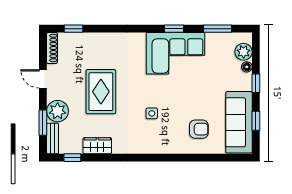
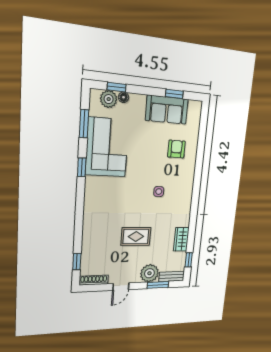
corner sofa: (176, 53) -> (107, 147), moved
window: (256, 83) -> (117, 87), moved
rug: (101, 92) -> (136, 237), width x0.73, depth x0.70
sofa: (239, 122) -> (167, 110), width x0.73

